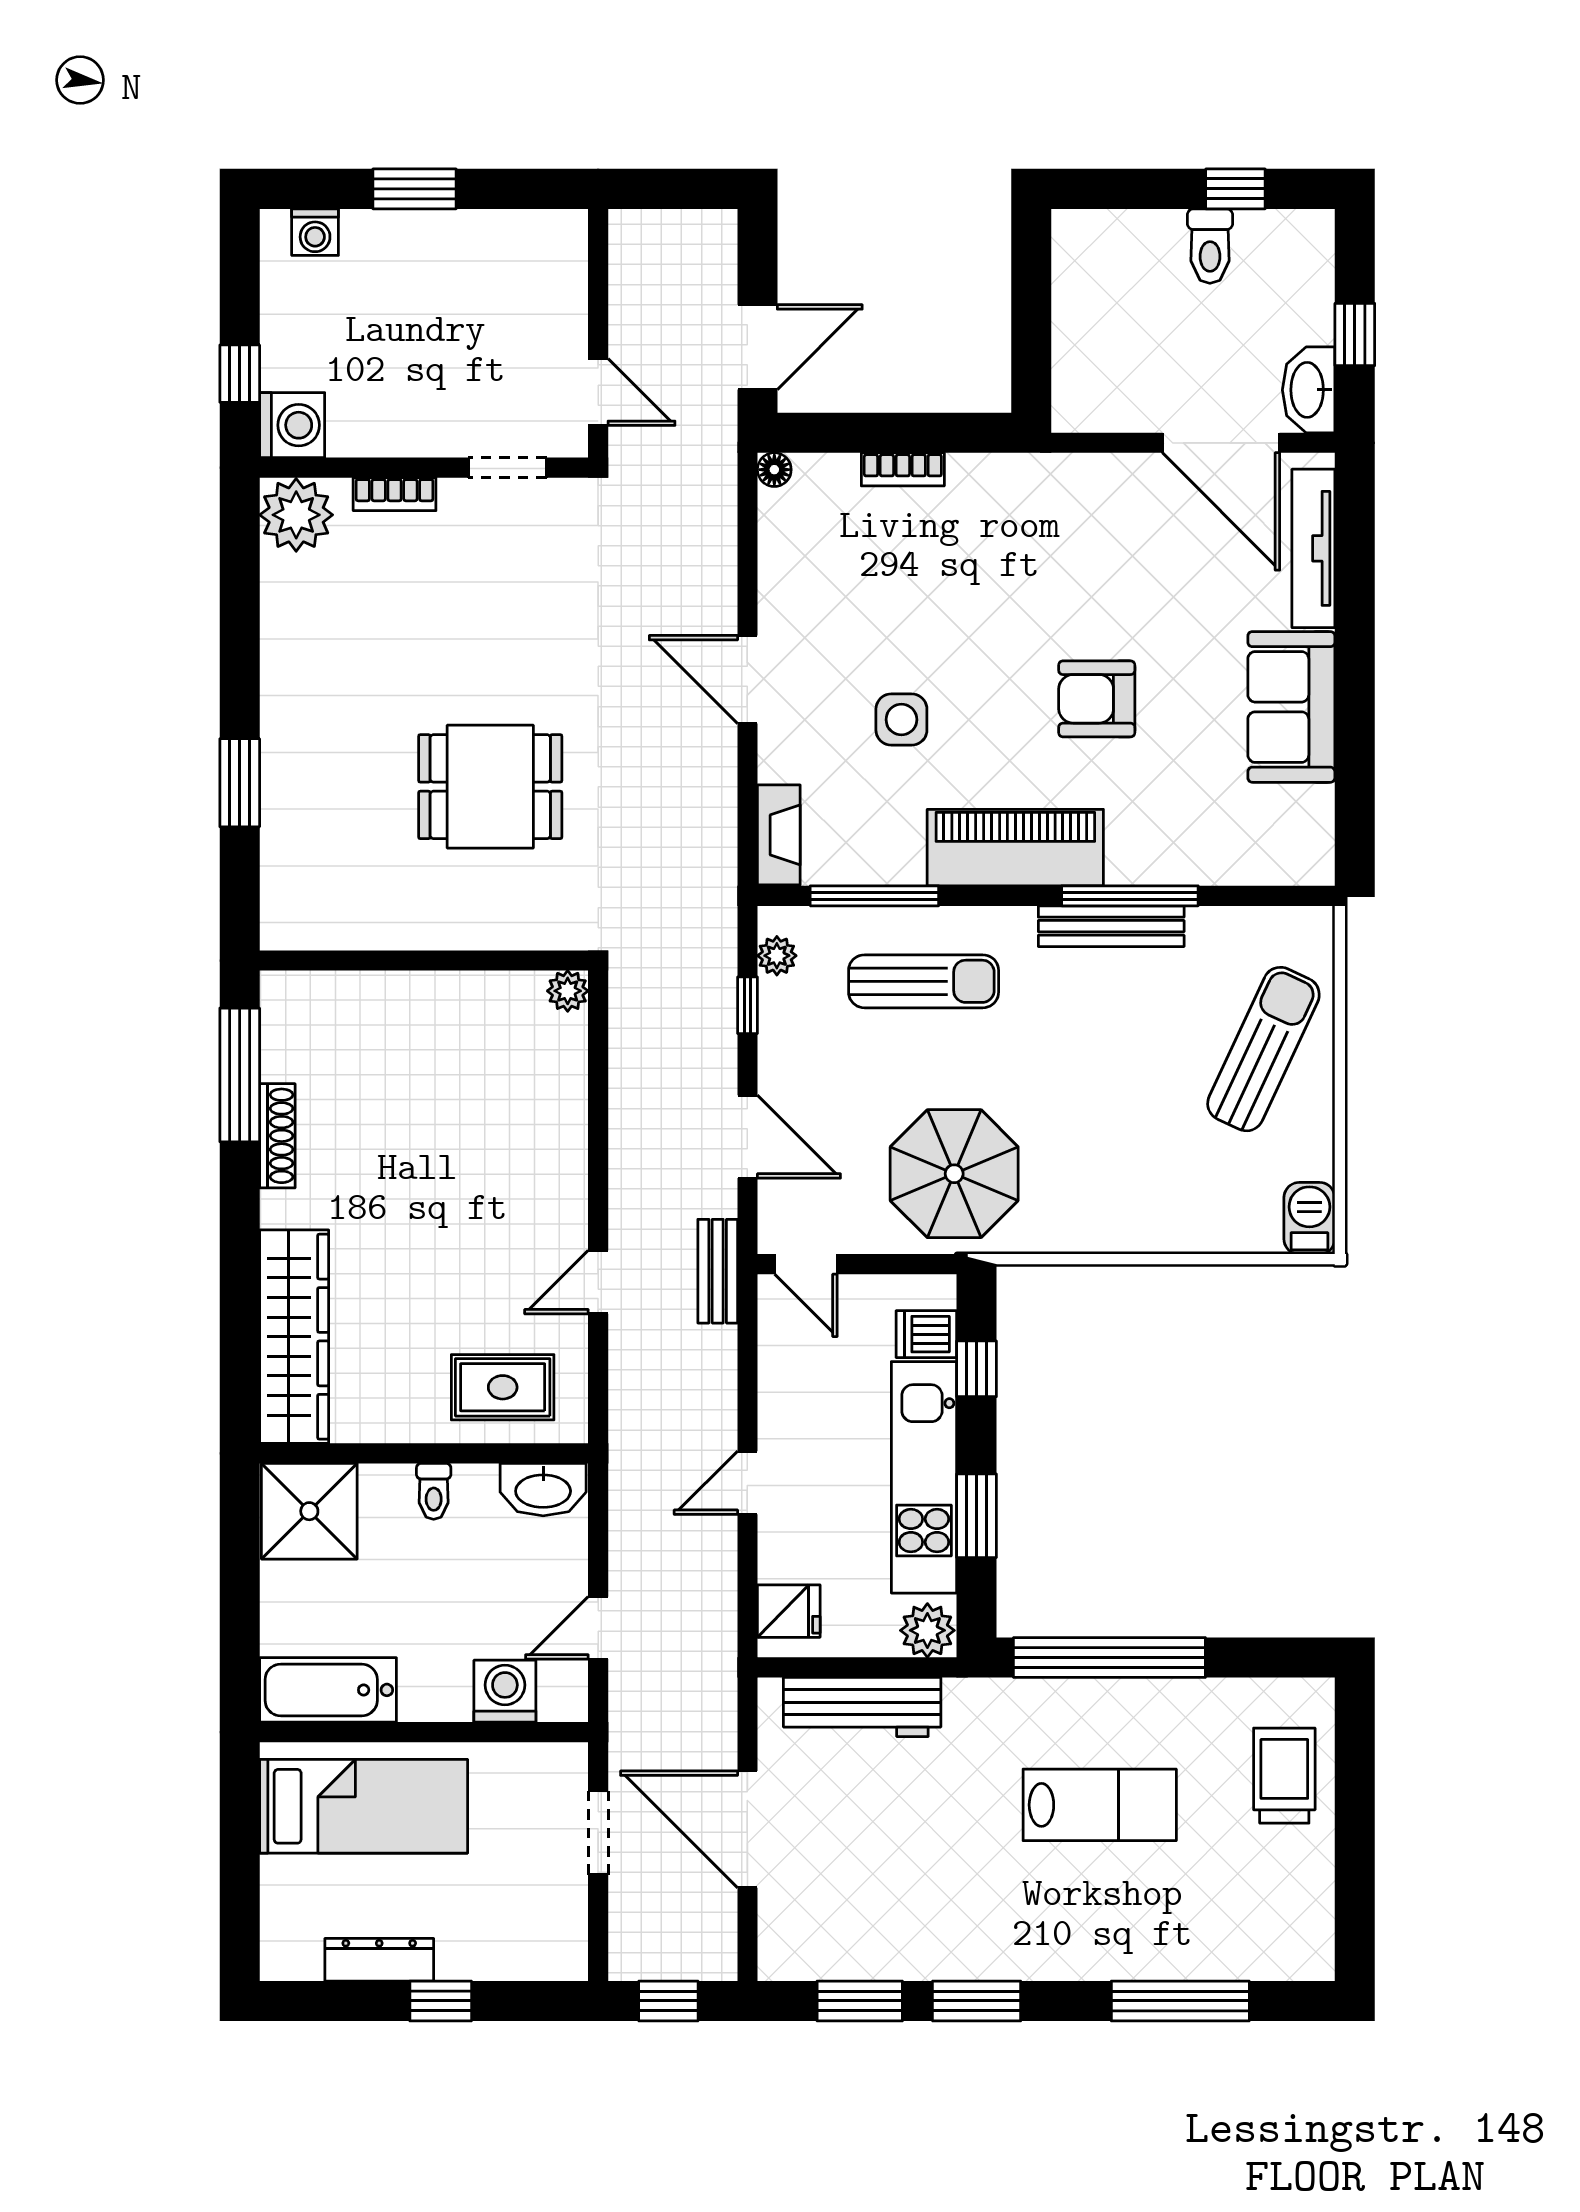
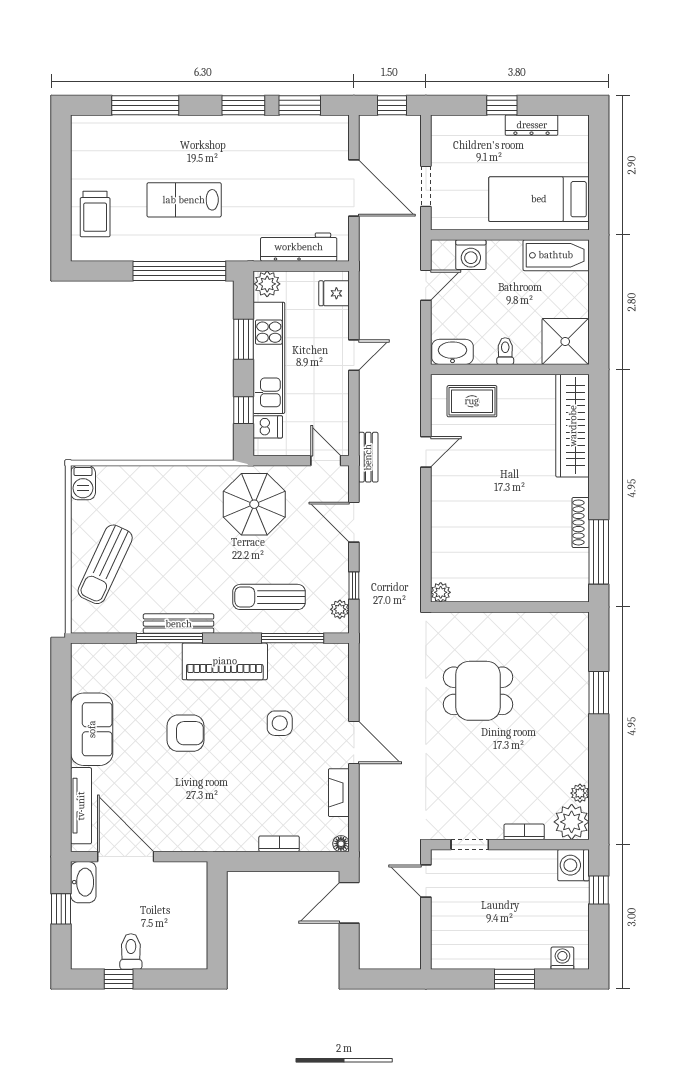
plant: (279, 575) -> (580, 793), added
fireplace: (779, 835) -> (339, 793), moved

